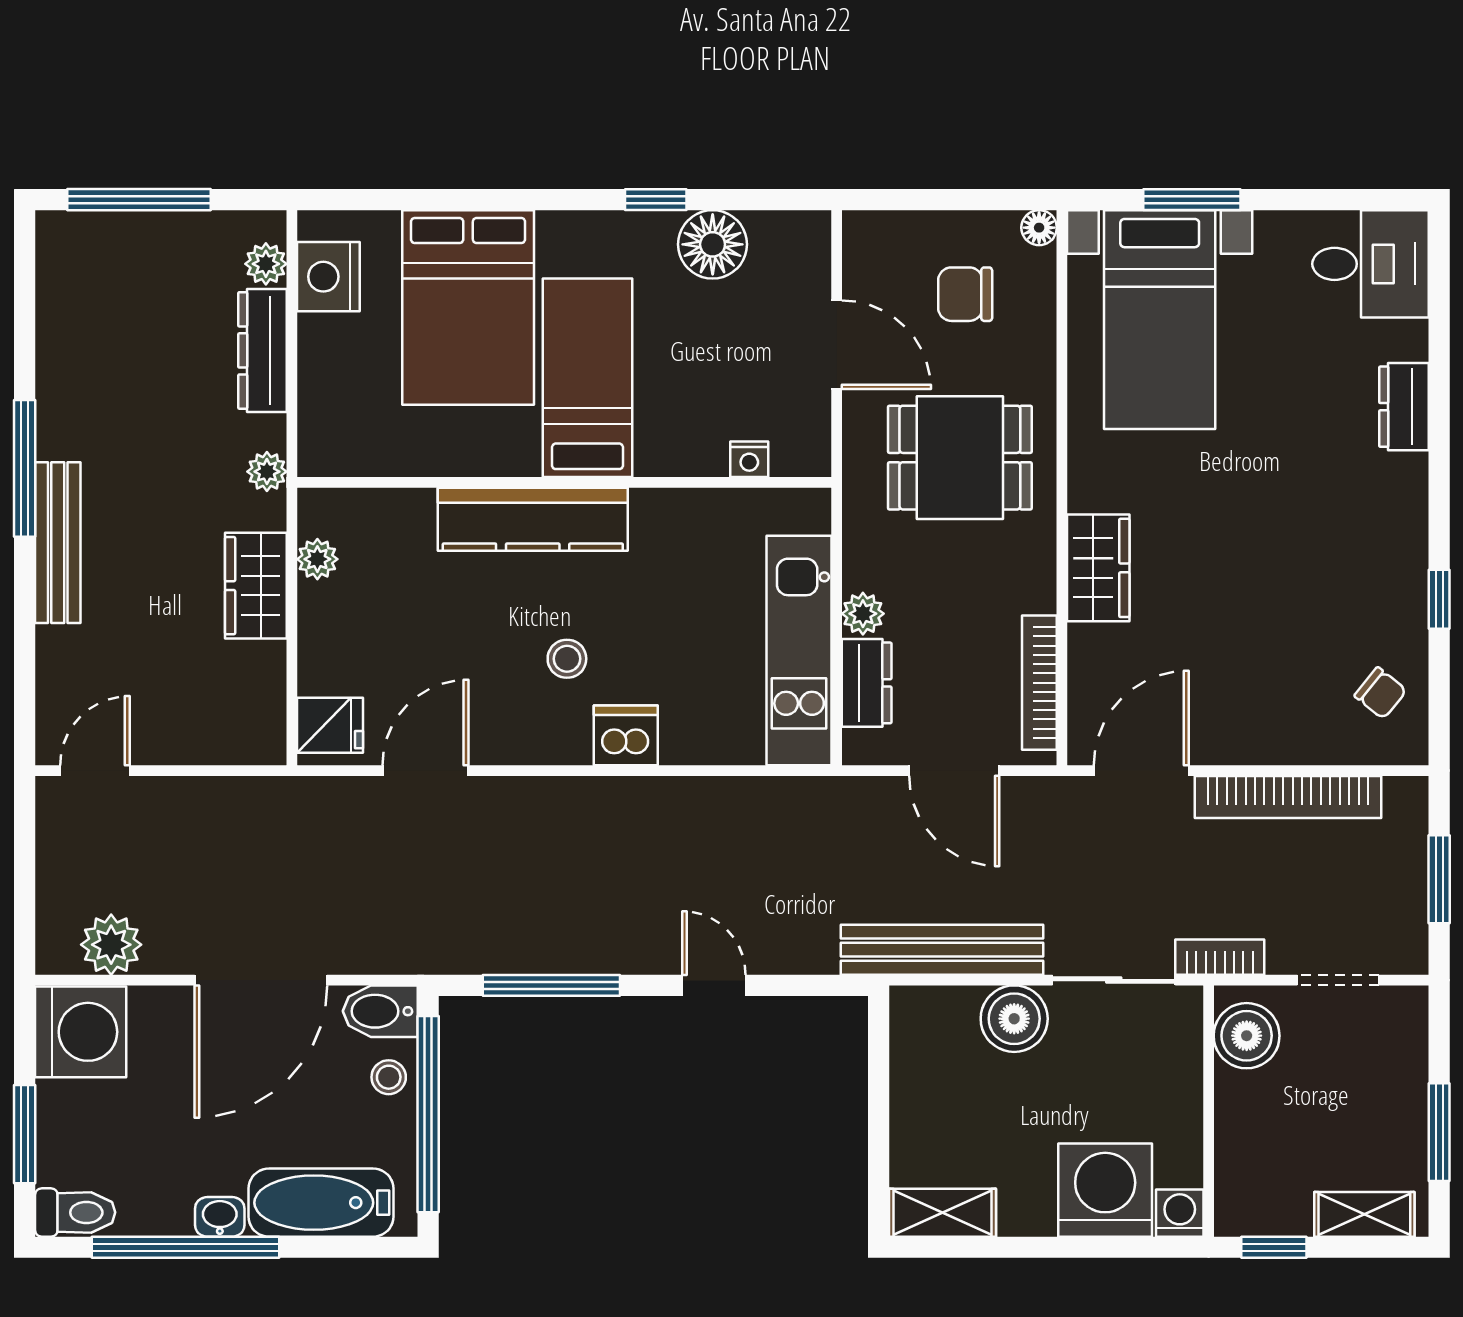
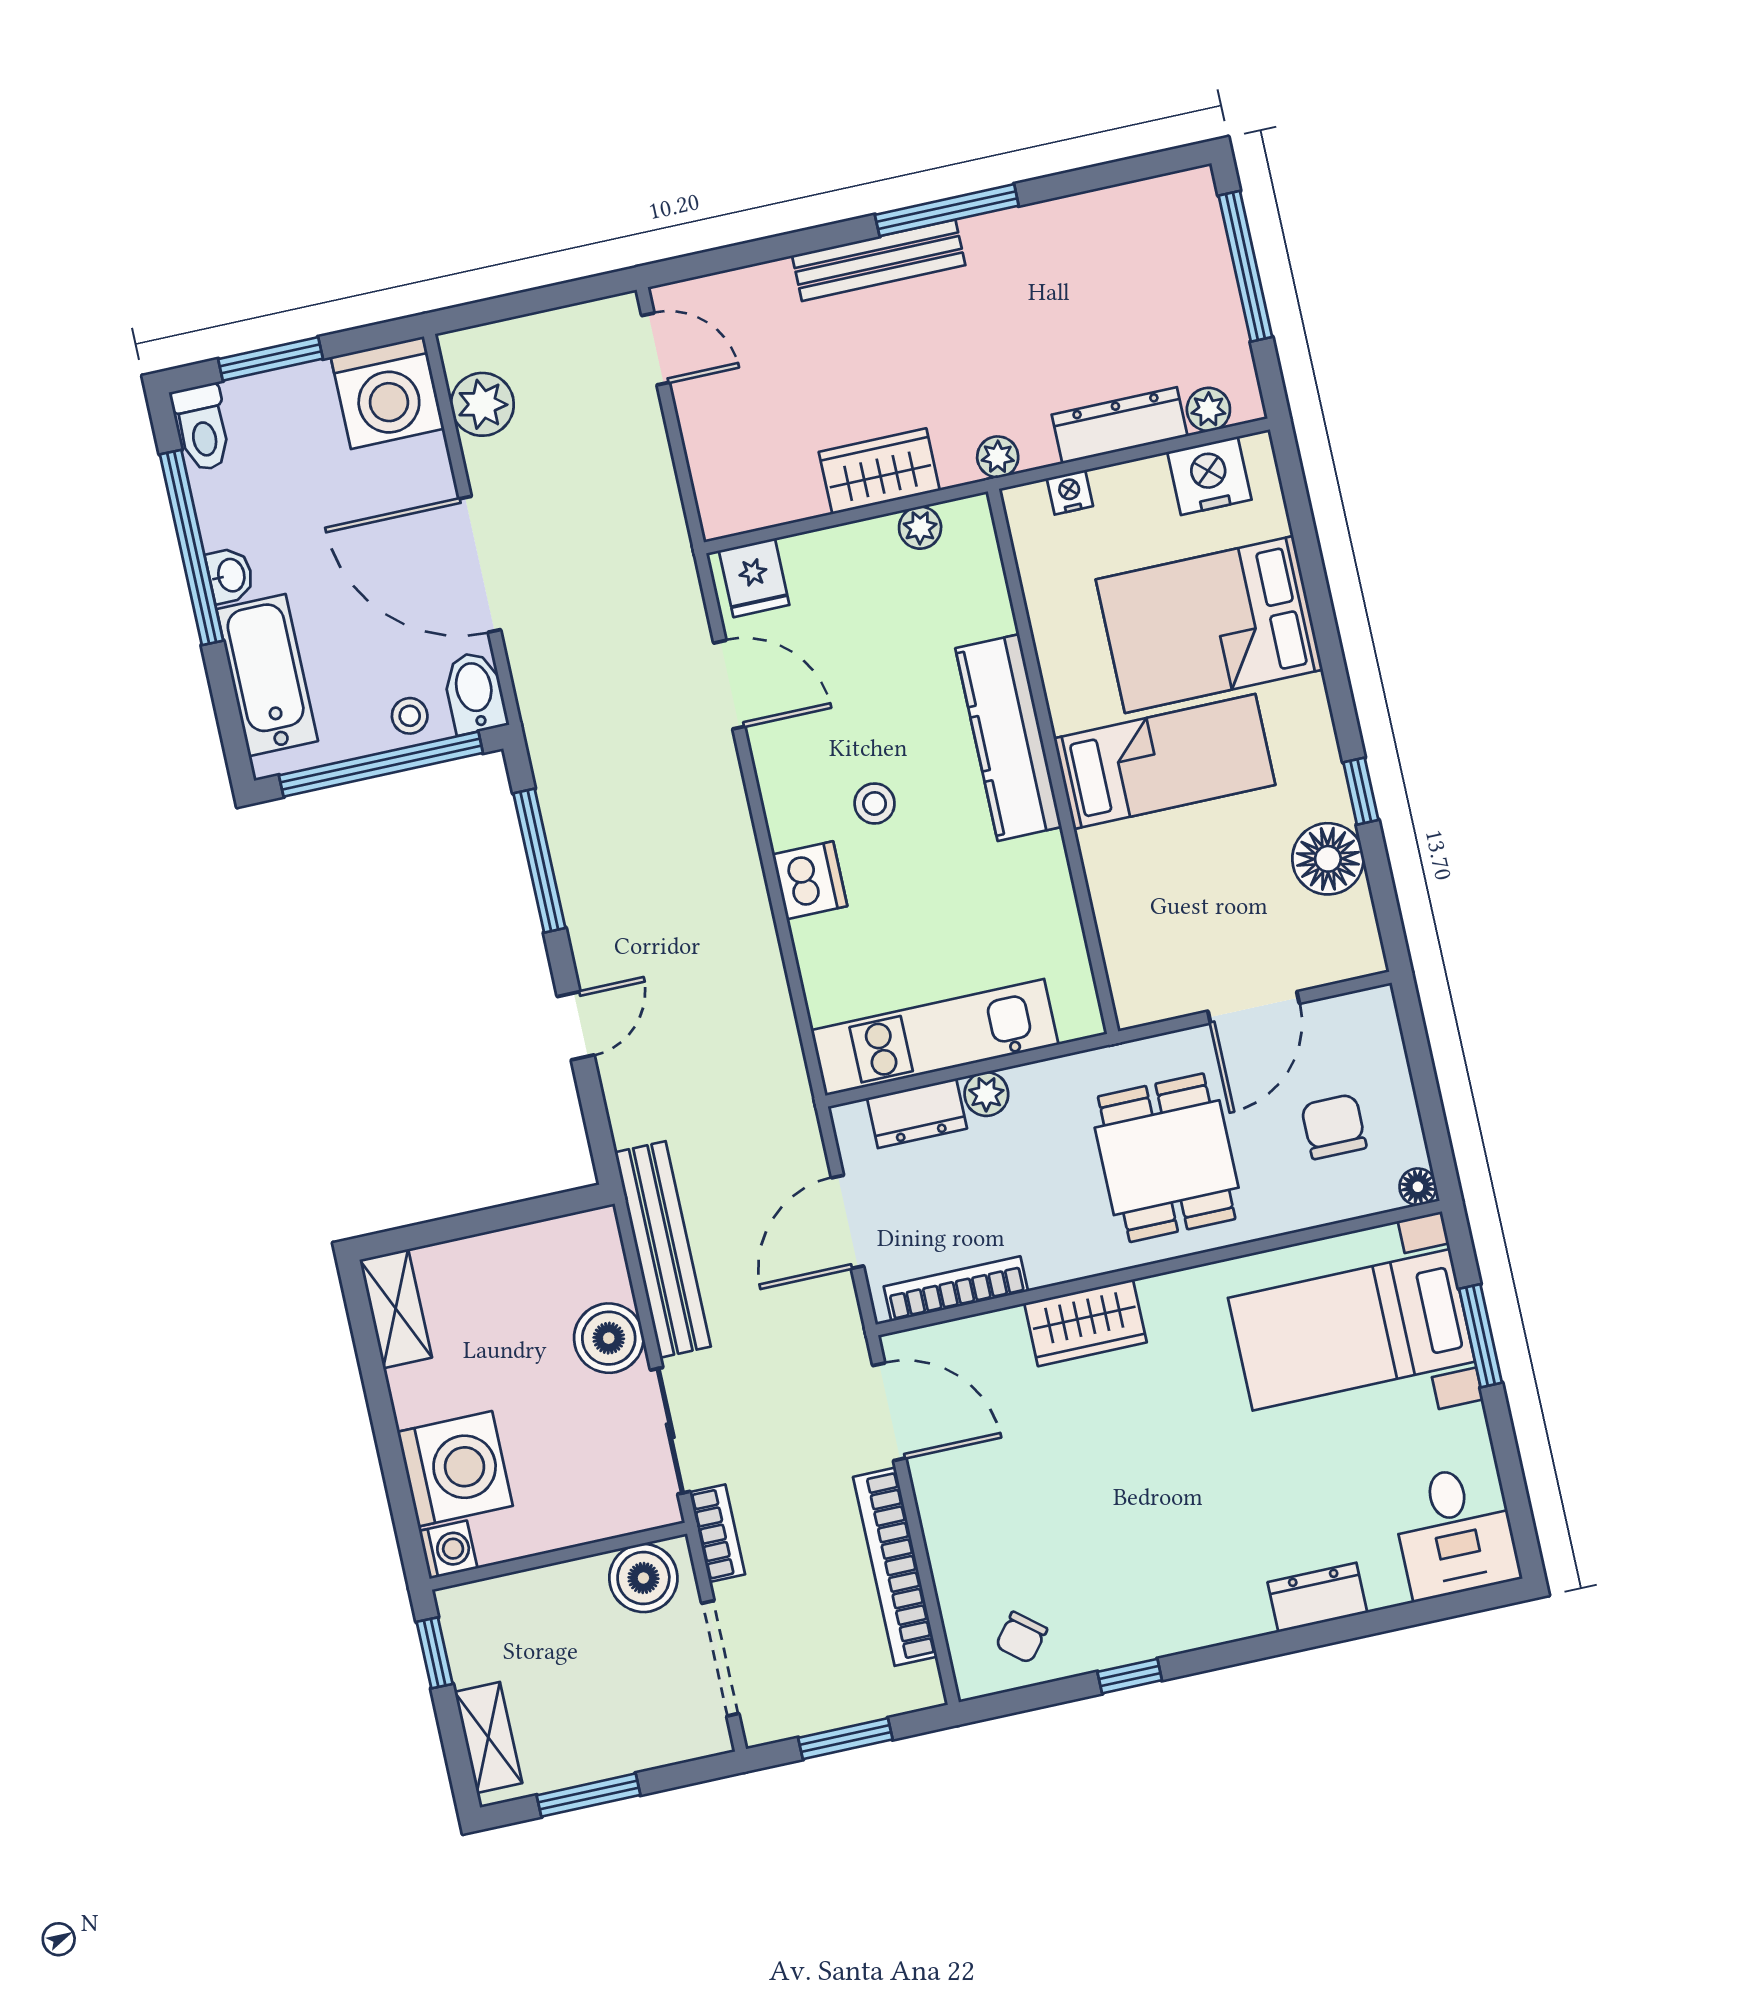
nightstand: (749, 459) -> (1070, 492), moved, turned 90
doorway: (1338, 980) -> (720, 1658), width x1.38

